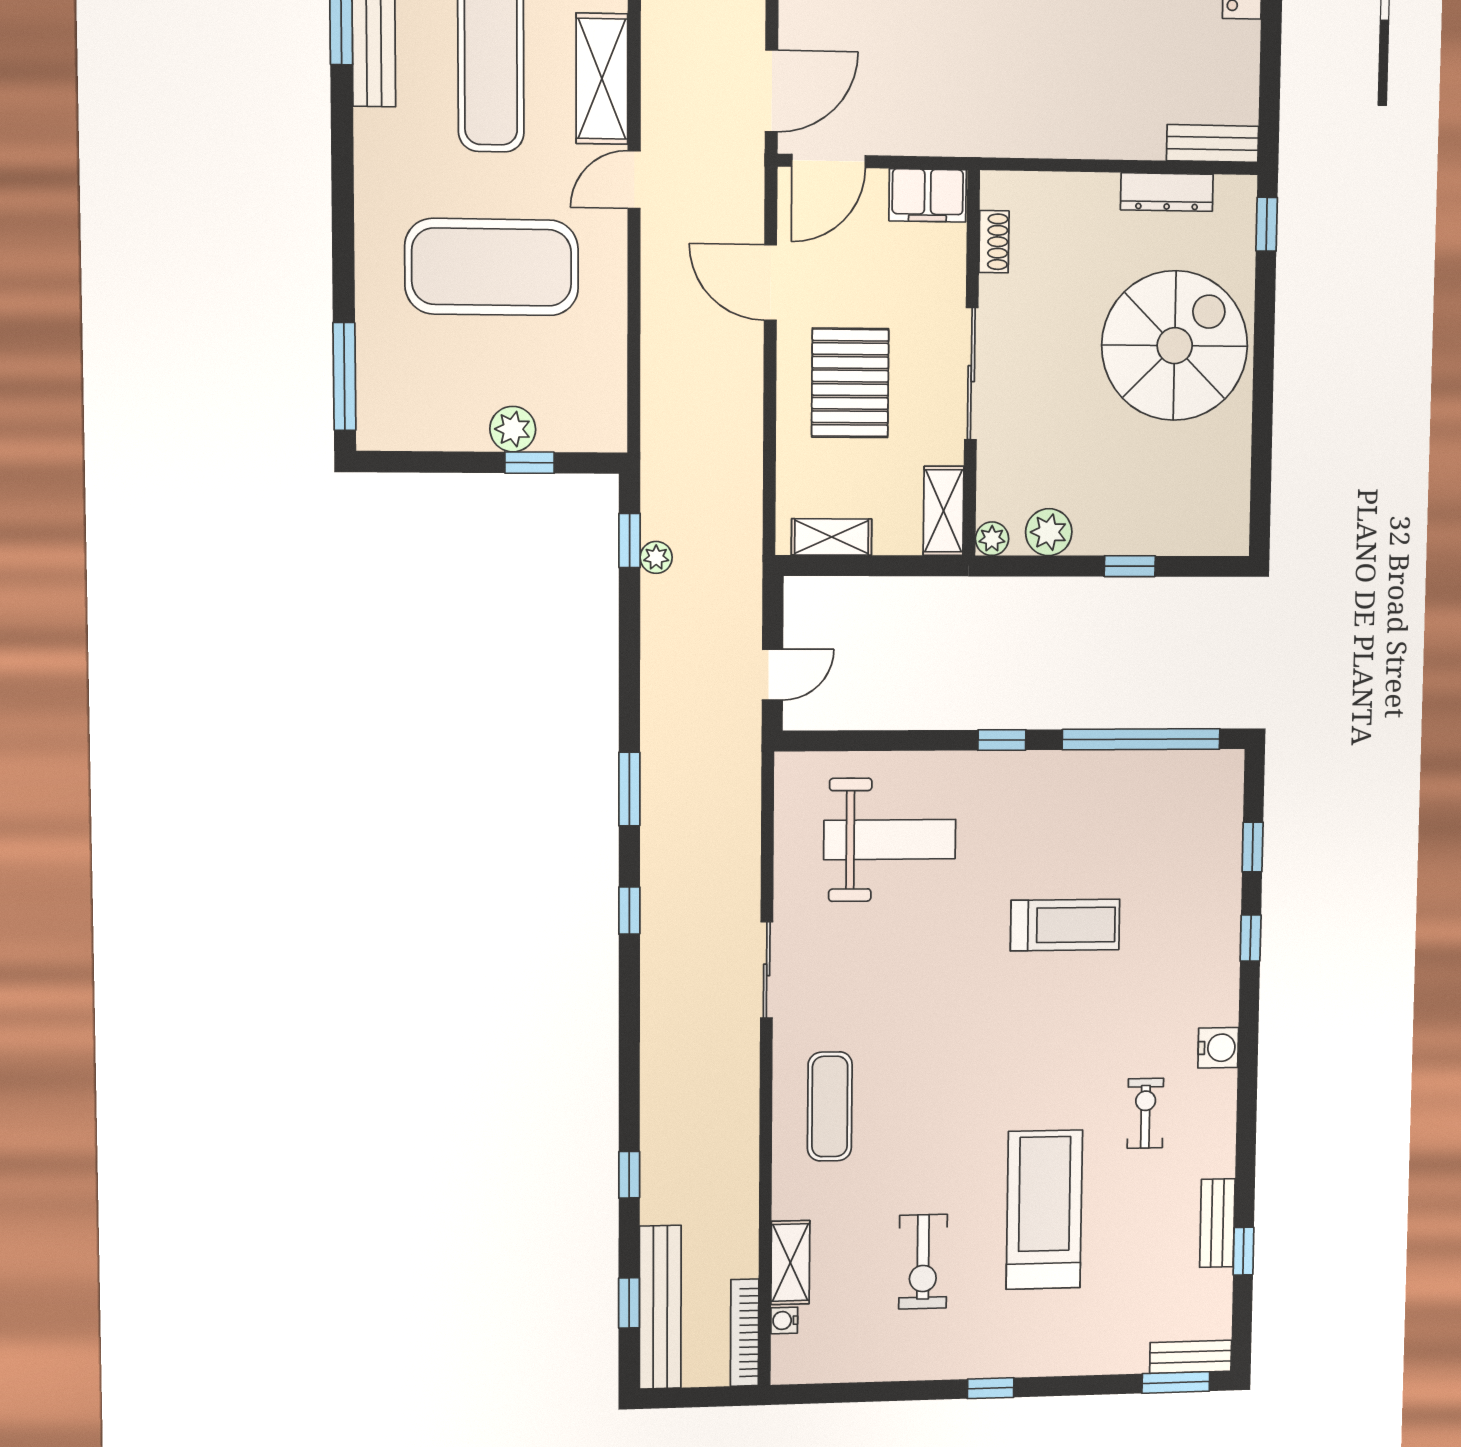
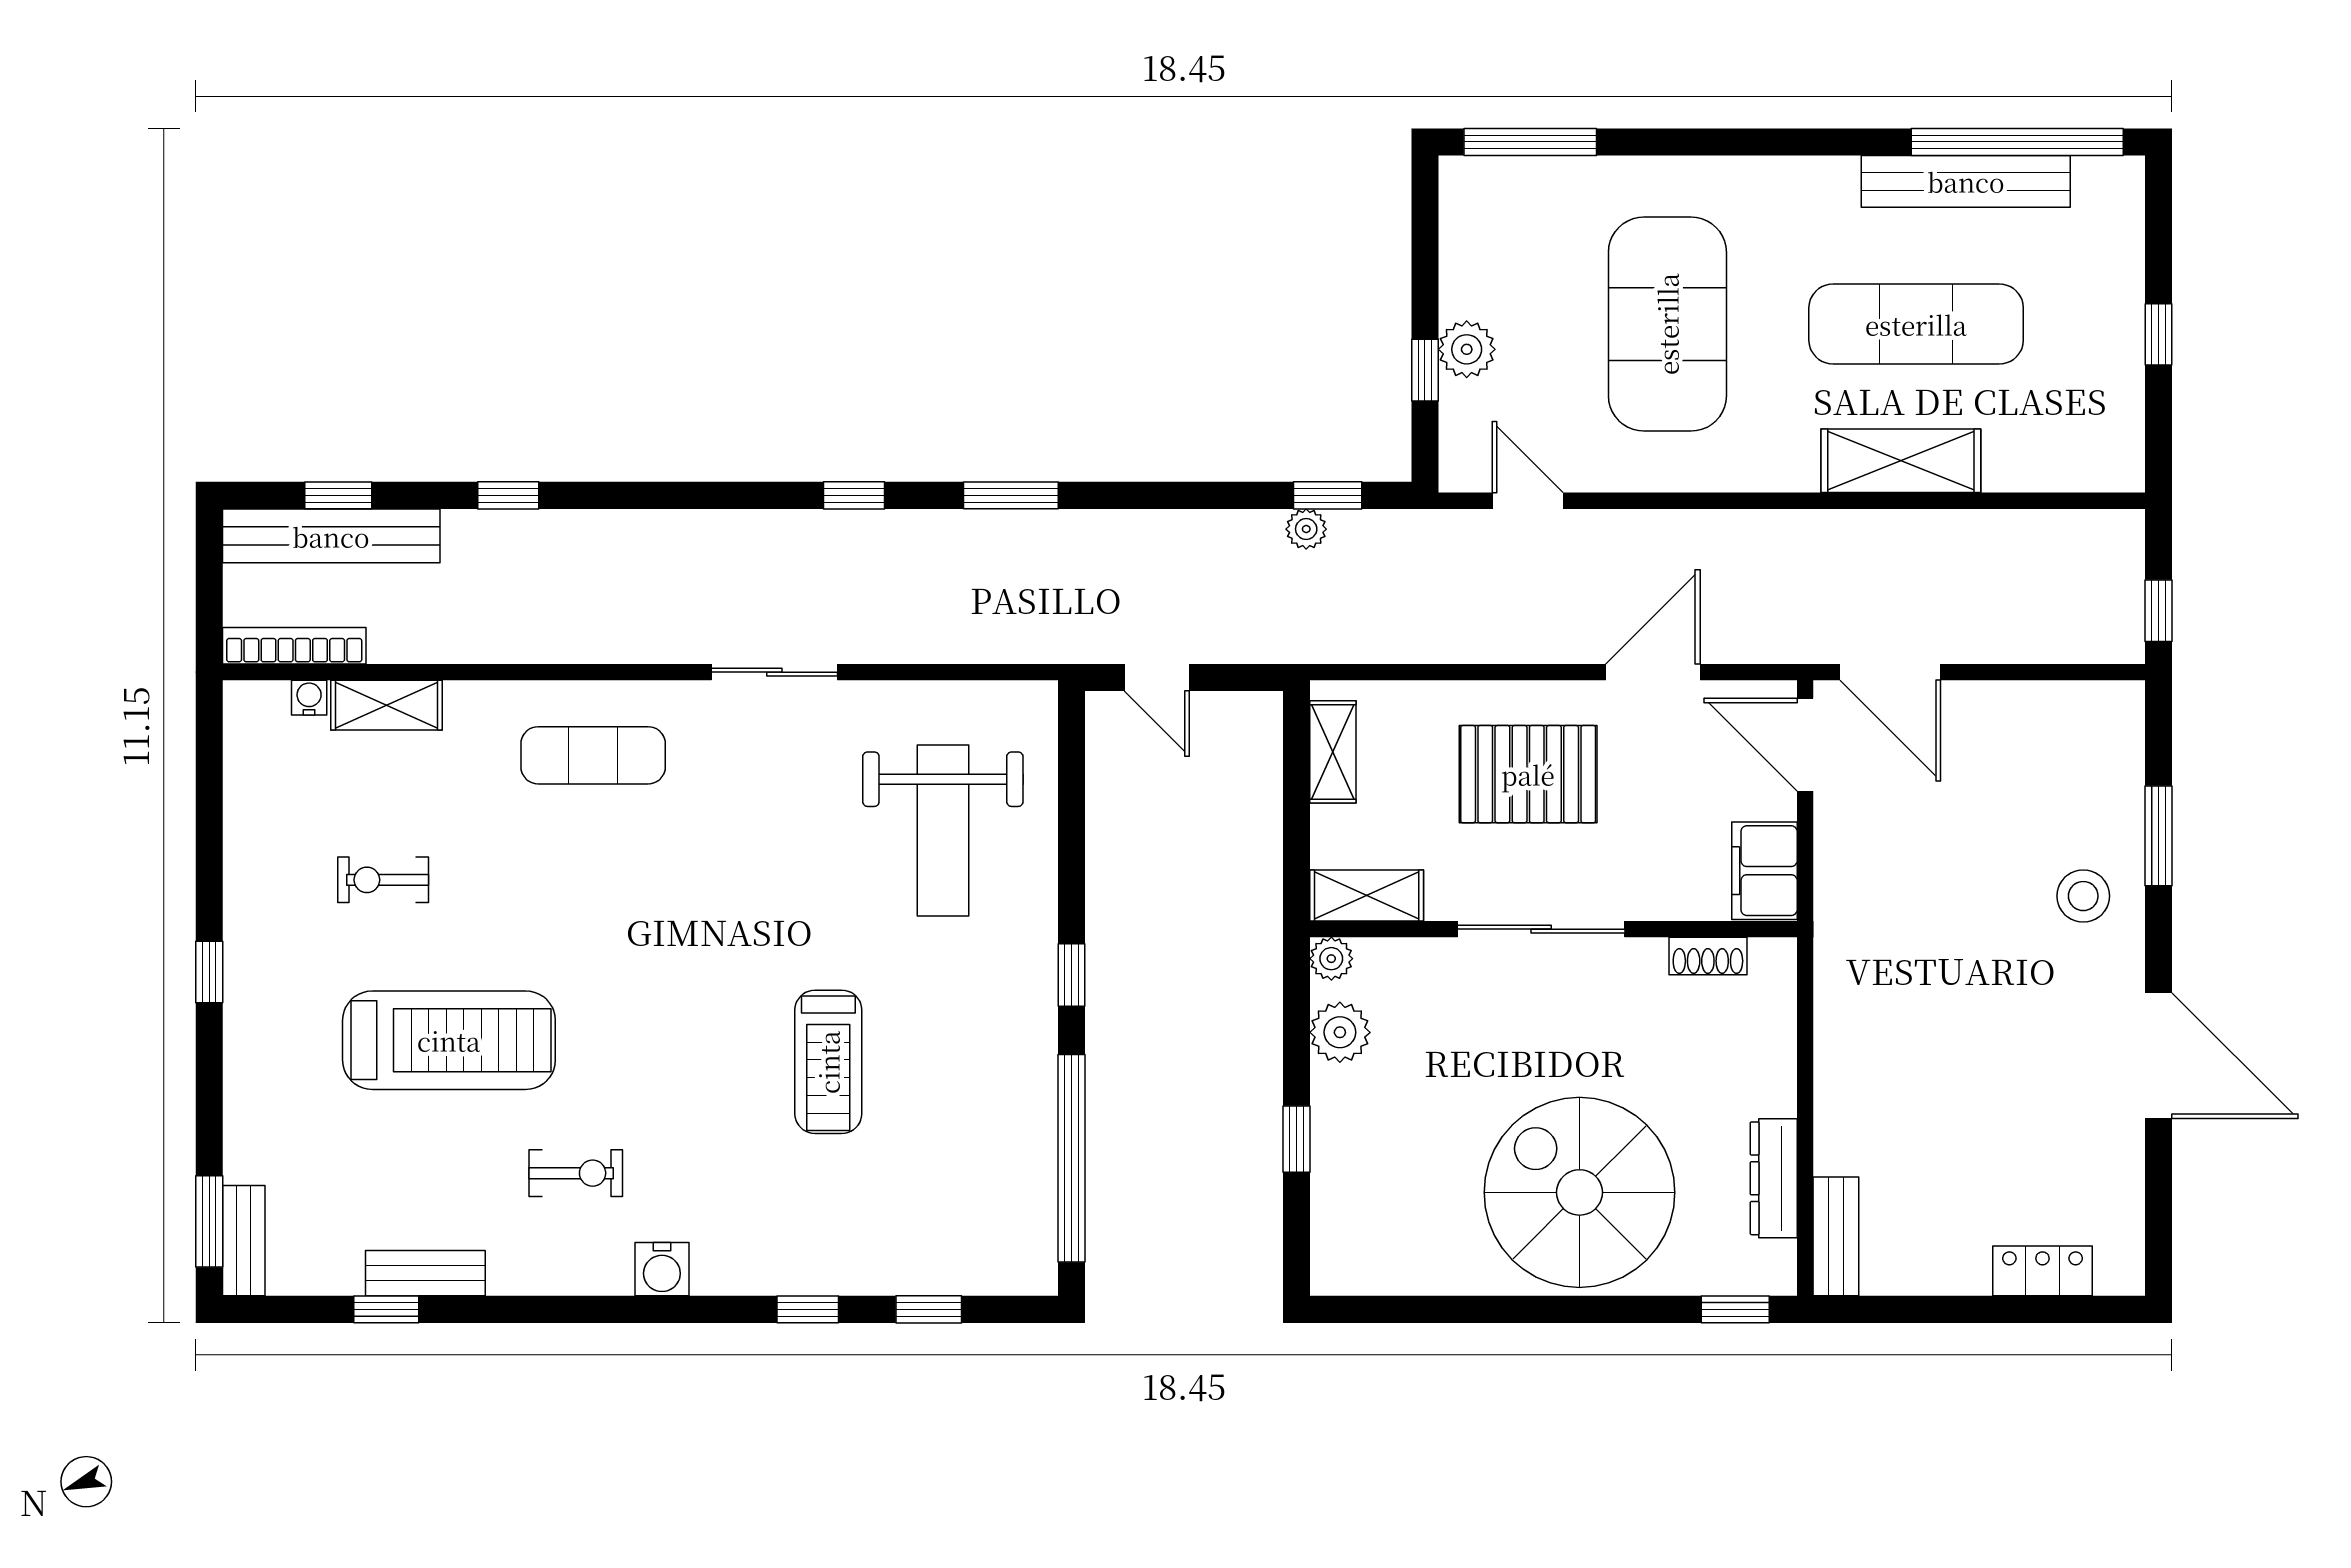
door: (634, 180) -> (1528, 501), moved
spiral stairs: (1175, 346) -> (1579, 1192), turned 180
exercise bike: (923, 1262) -> (383, 880), width x0.73, depth x0.72

